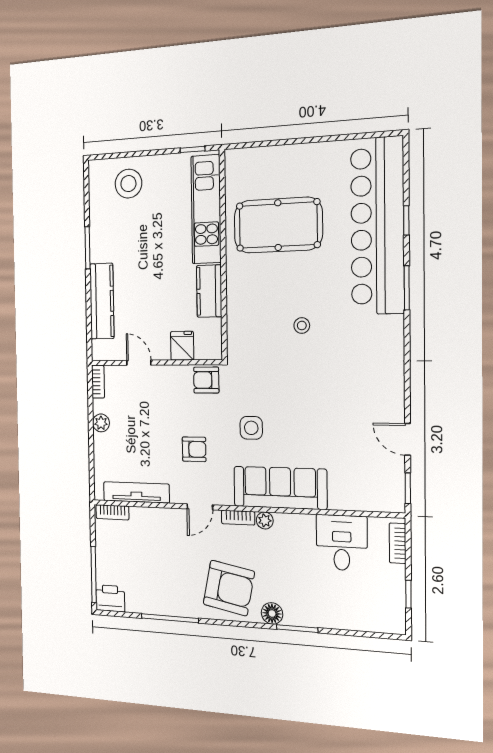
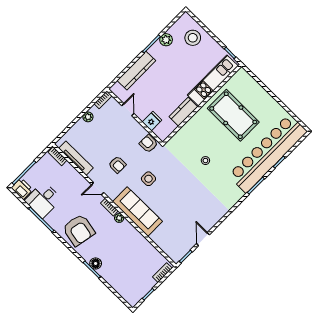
plant: (99, 223) -> (166, 40), added
desk: (342, 543) -> (43, 200), moved, turned 180
floor lamp: (272, 613) -> (96, 263), moved

